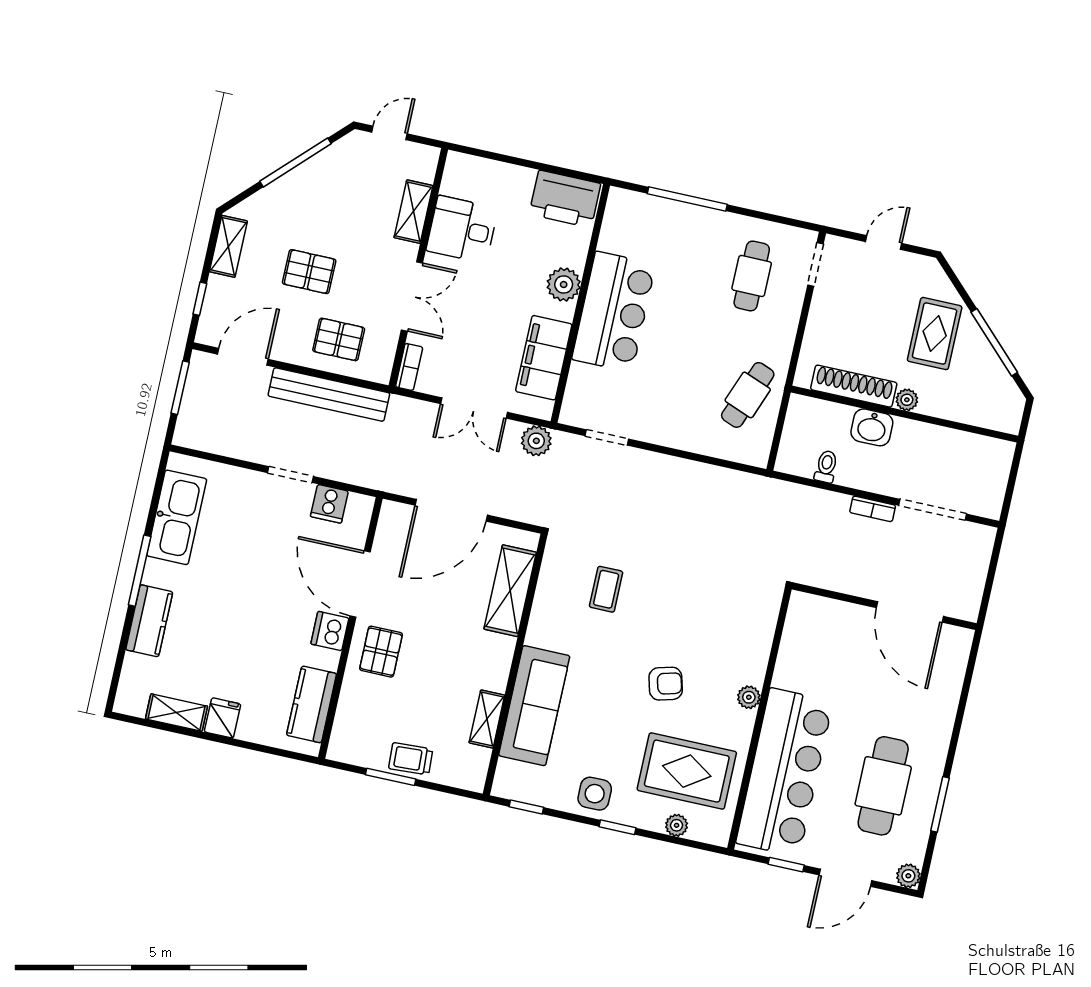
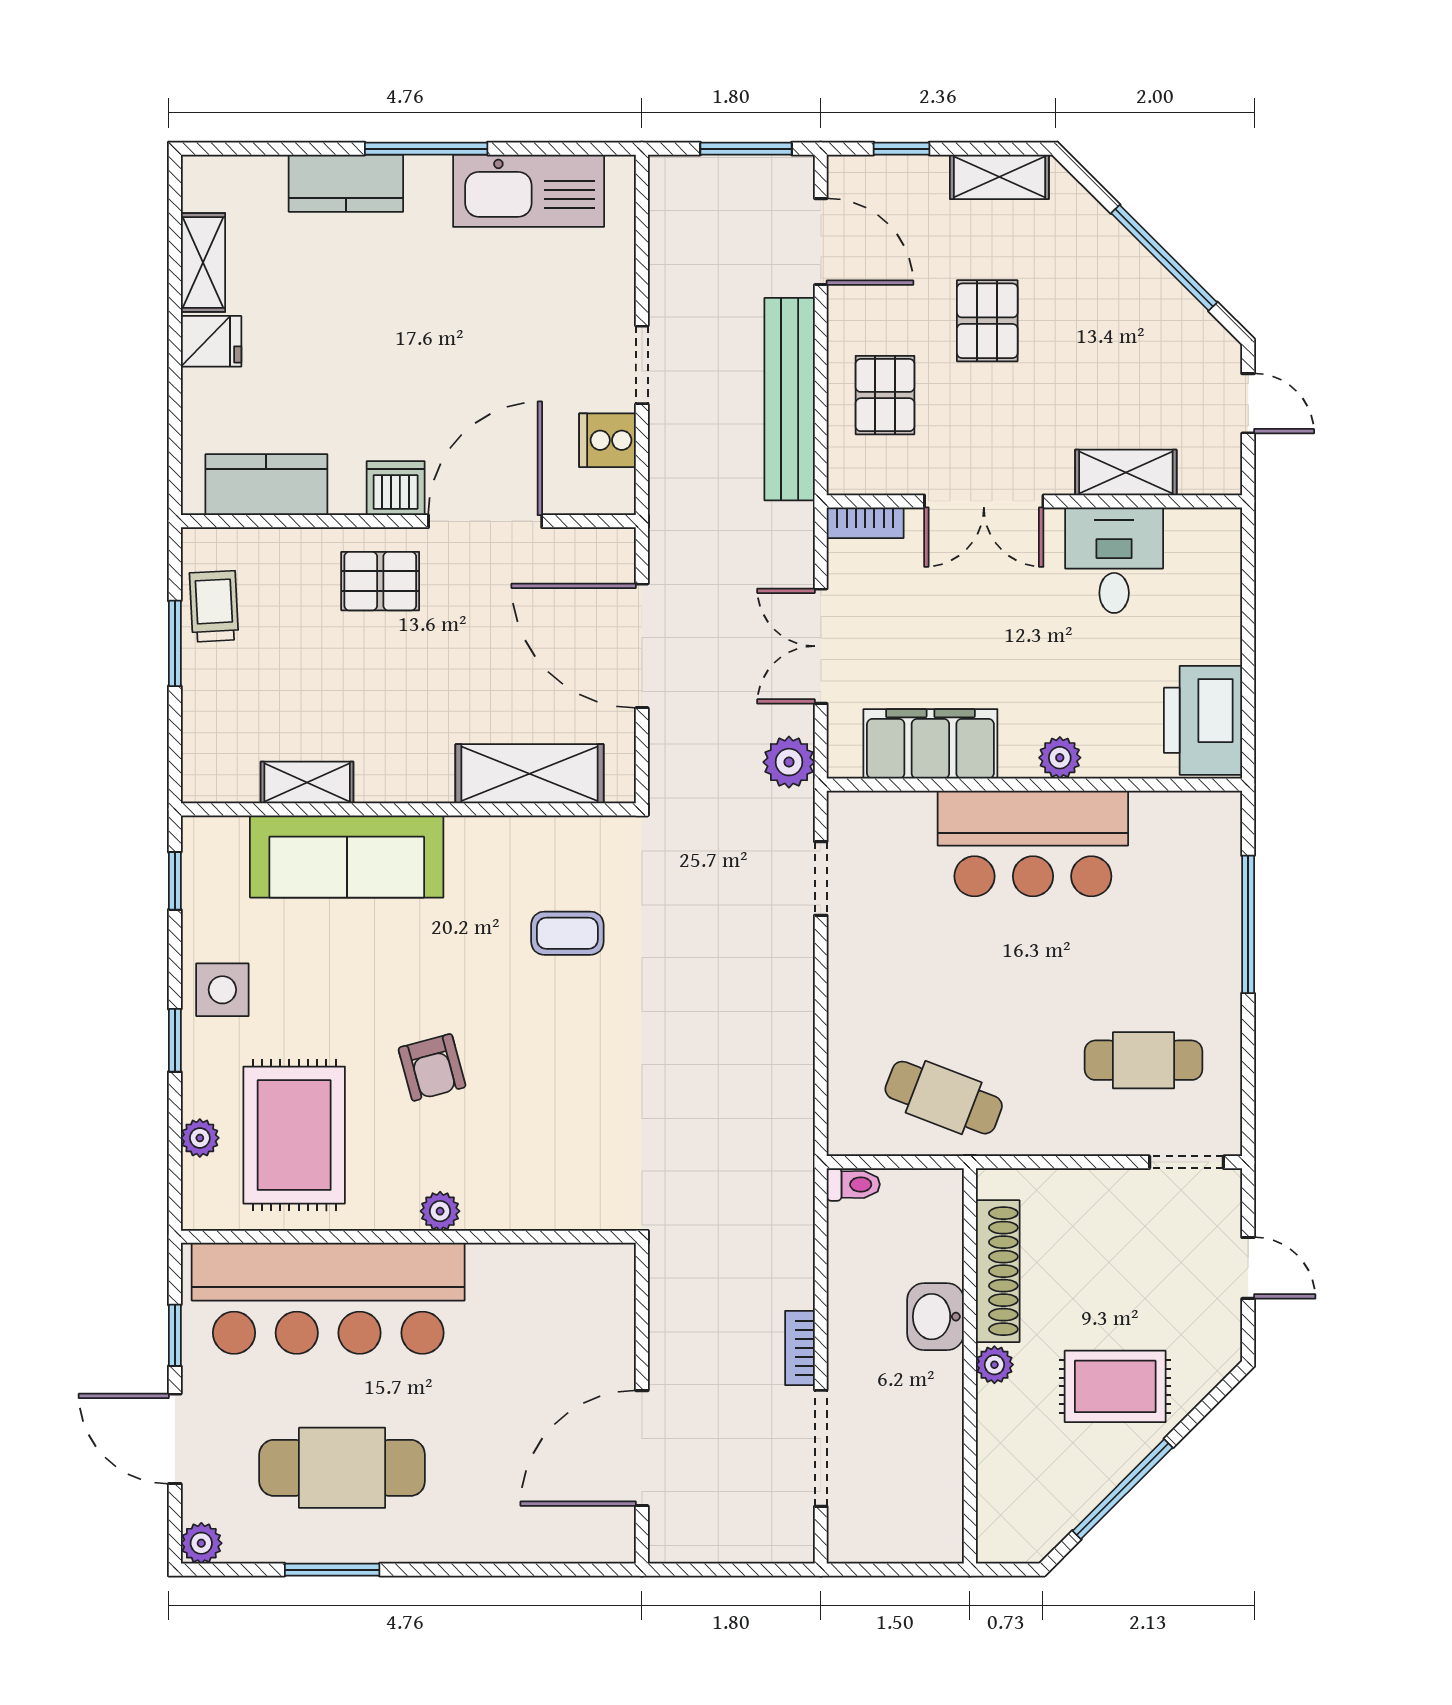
plant: (564, 284) -> (1060, 758), width x0.73, depth x0.73
toilet: (826, 467) -> (853, 1184), moved
trolley: (411, 759) -> (214, 606), moved

